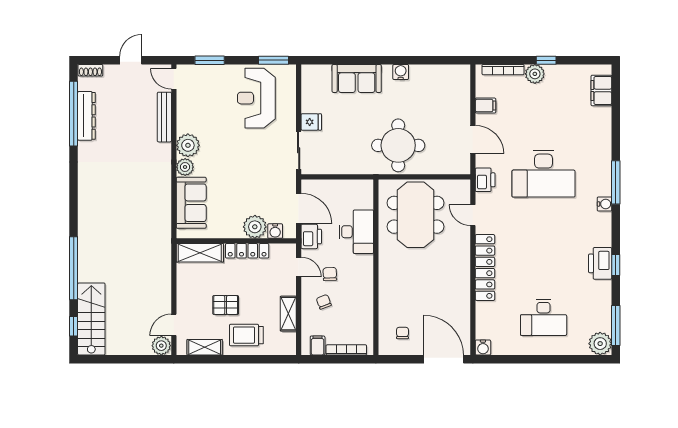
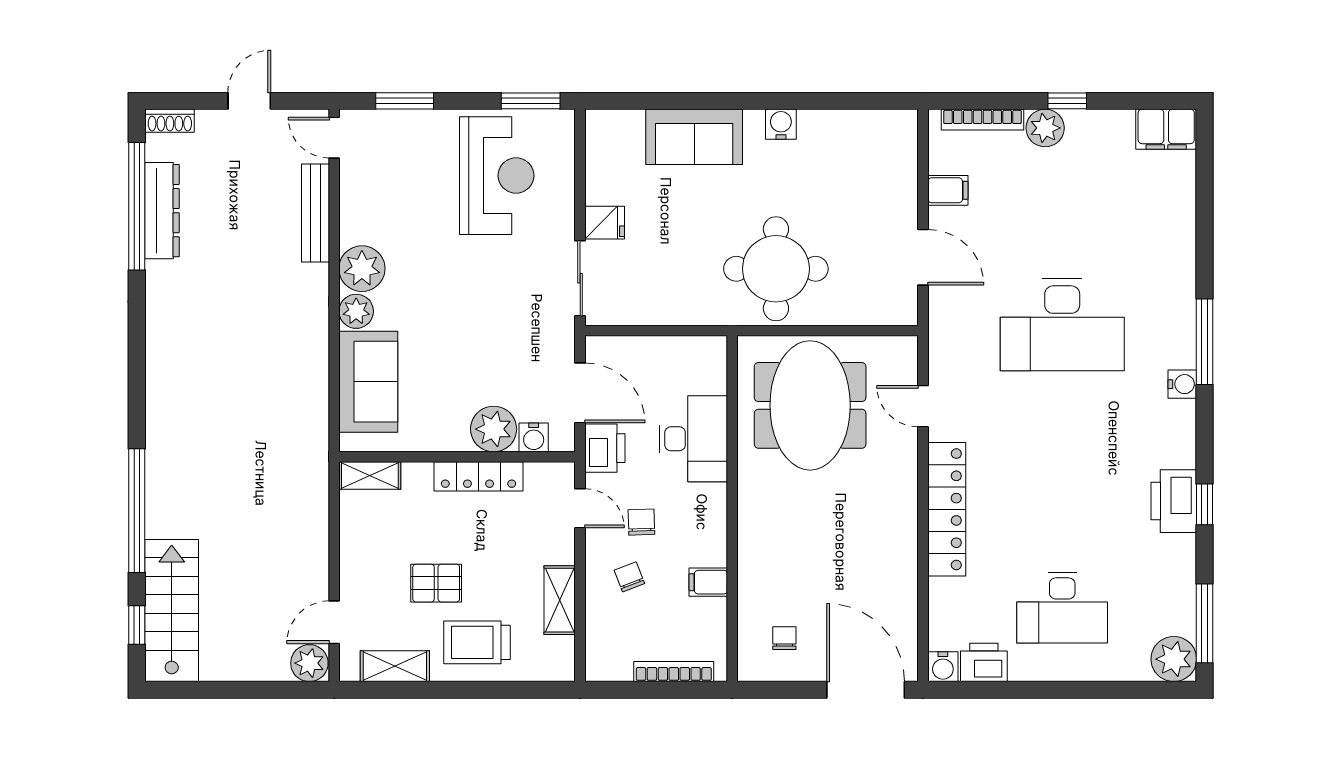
filing cabinet: (601, 90) -> (1166, 129), moved, turned -90
reception desk: (256, 98) -> (497, 176), turned 180
printer: (485, 180) -> (984, 662), moved, turned -90
shelving: (200, 253) -> (370, 476), width x0.67, depth x0.75
filing cabinet: (318, 345) -> (708, 582), moved, turned -90

